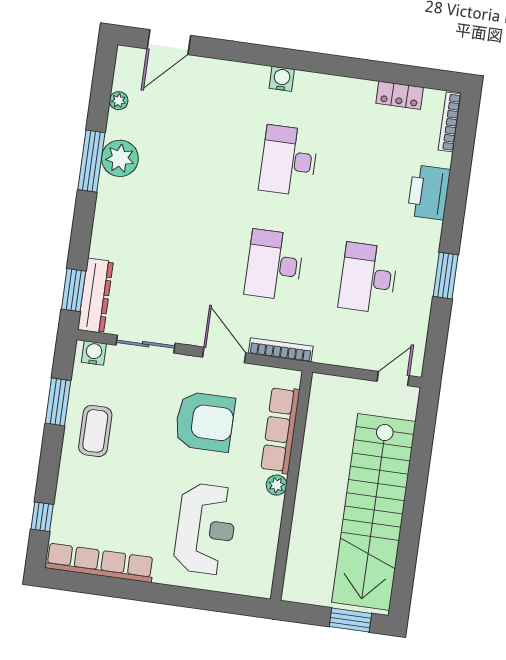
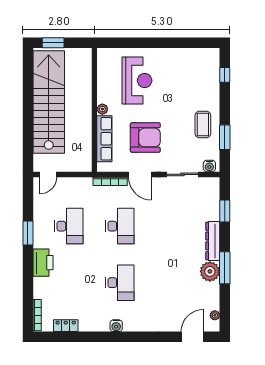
water cooler: (282, 79) -> (116, 326), moved
plant: (119, 101) -> (215, 315), moved
printer: (429, 192) -> (43, 263), moved
window: (74, 290) -> (225, 211), moved
dresser: (95, 296) -> (213, 241), moved
armchair: (205, 422) -> (145, 137), turned 180
reception desk: (206, 529) -> (137, 81), turned 180
row of seats: (100, 563) -> (191, 55), removed

